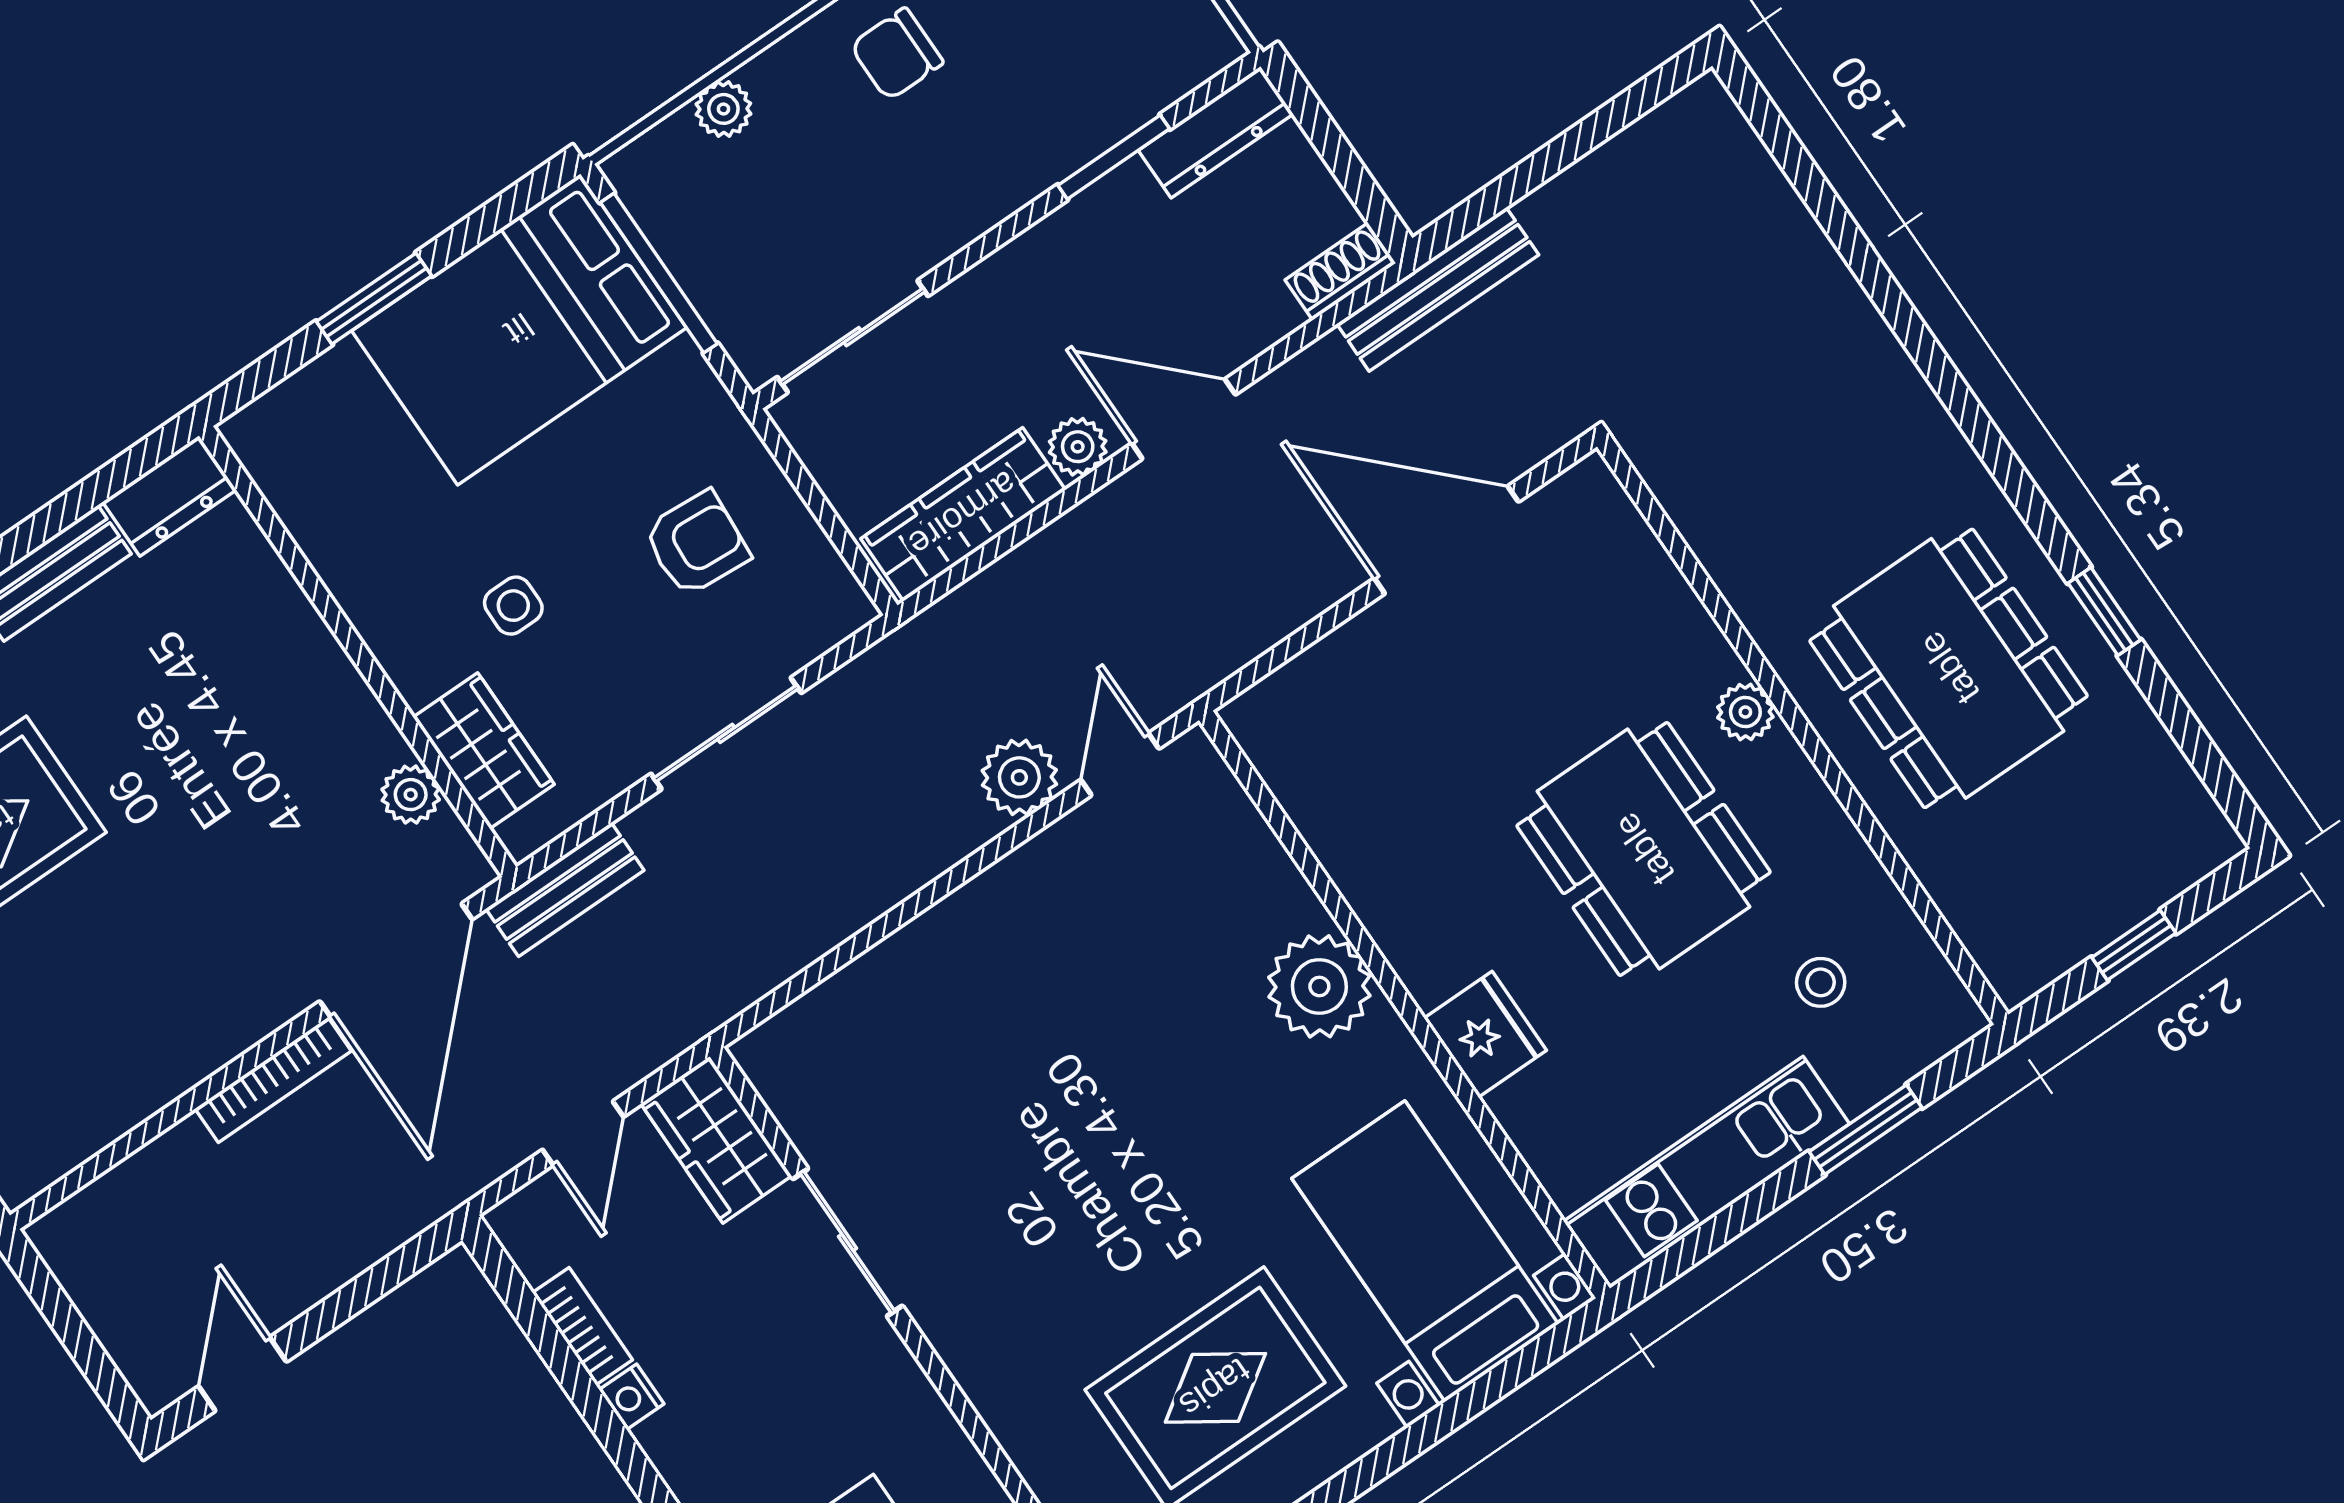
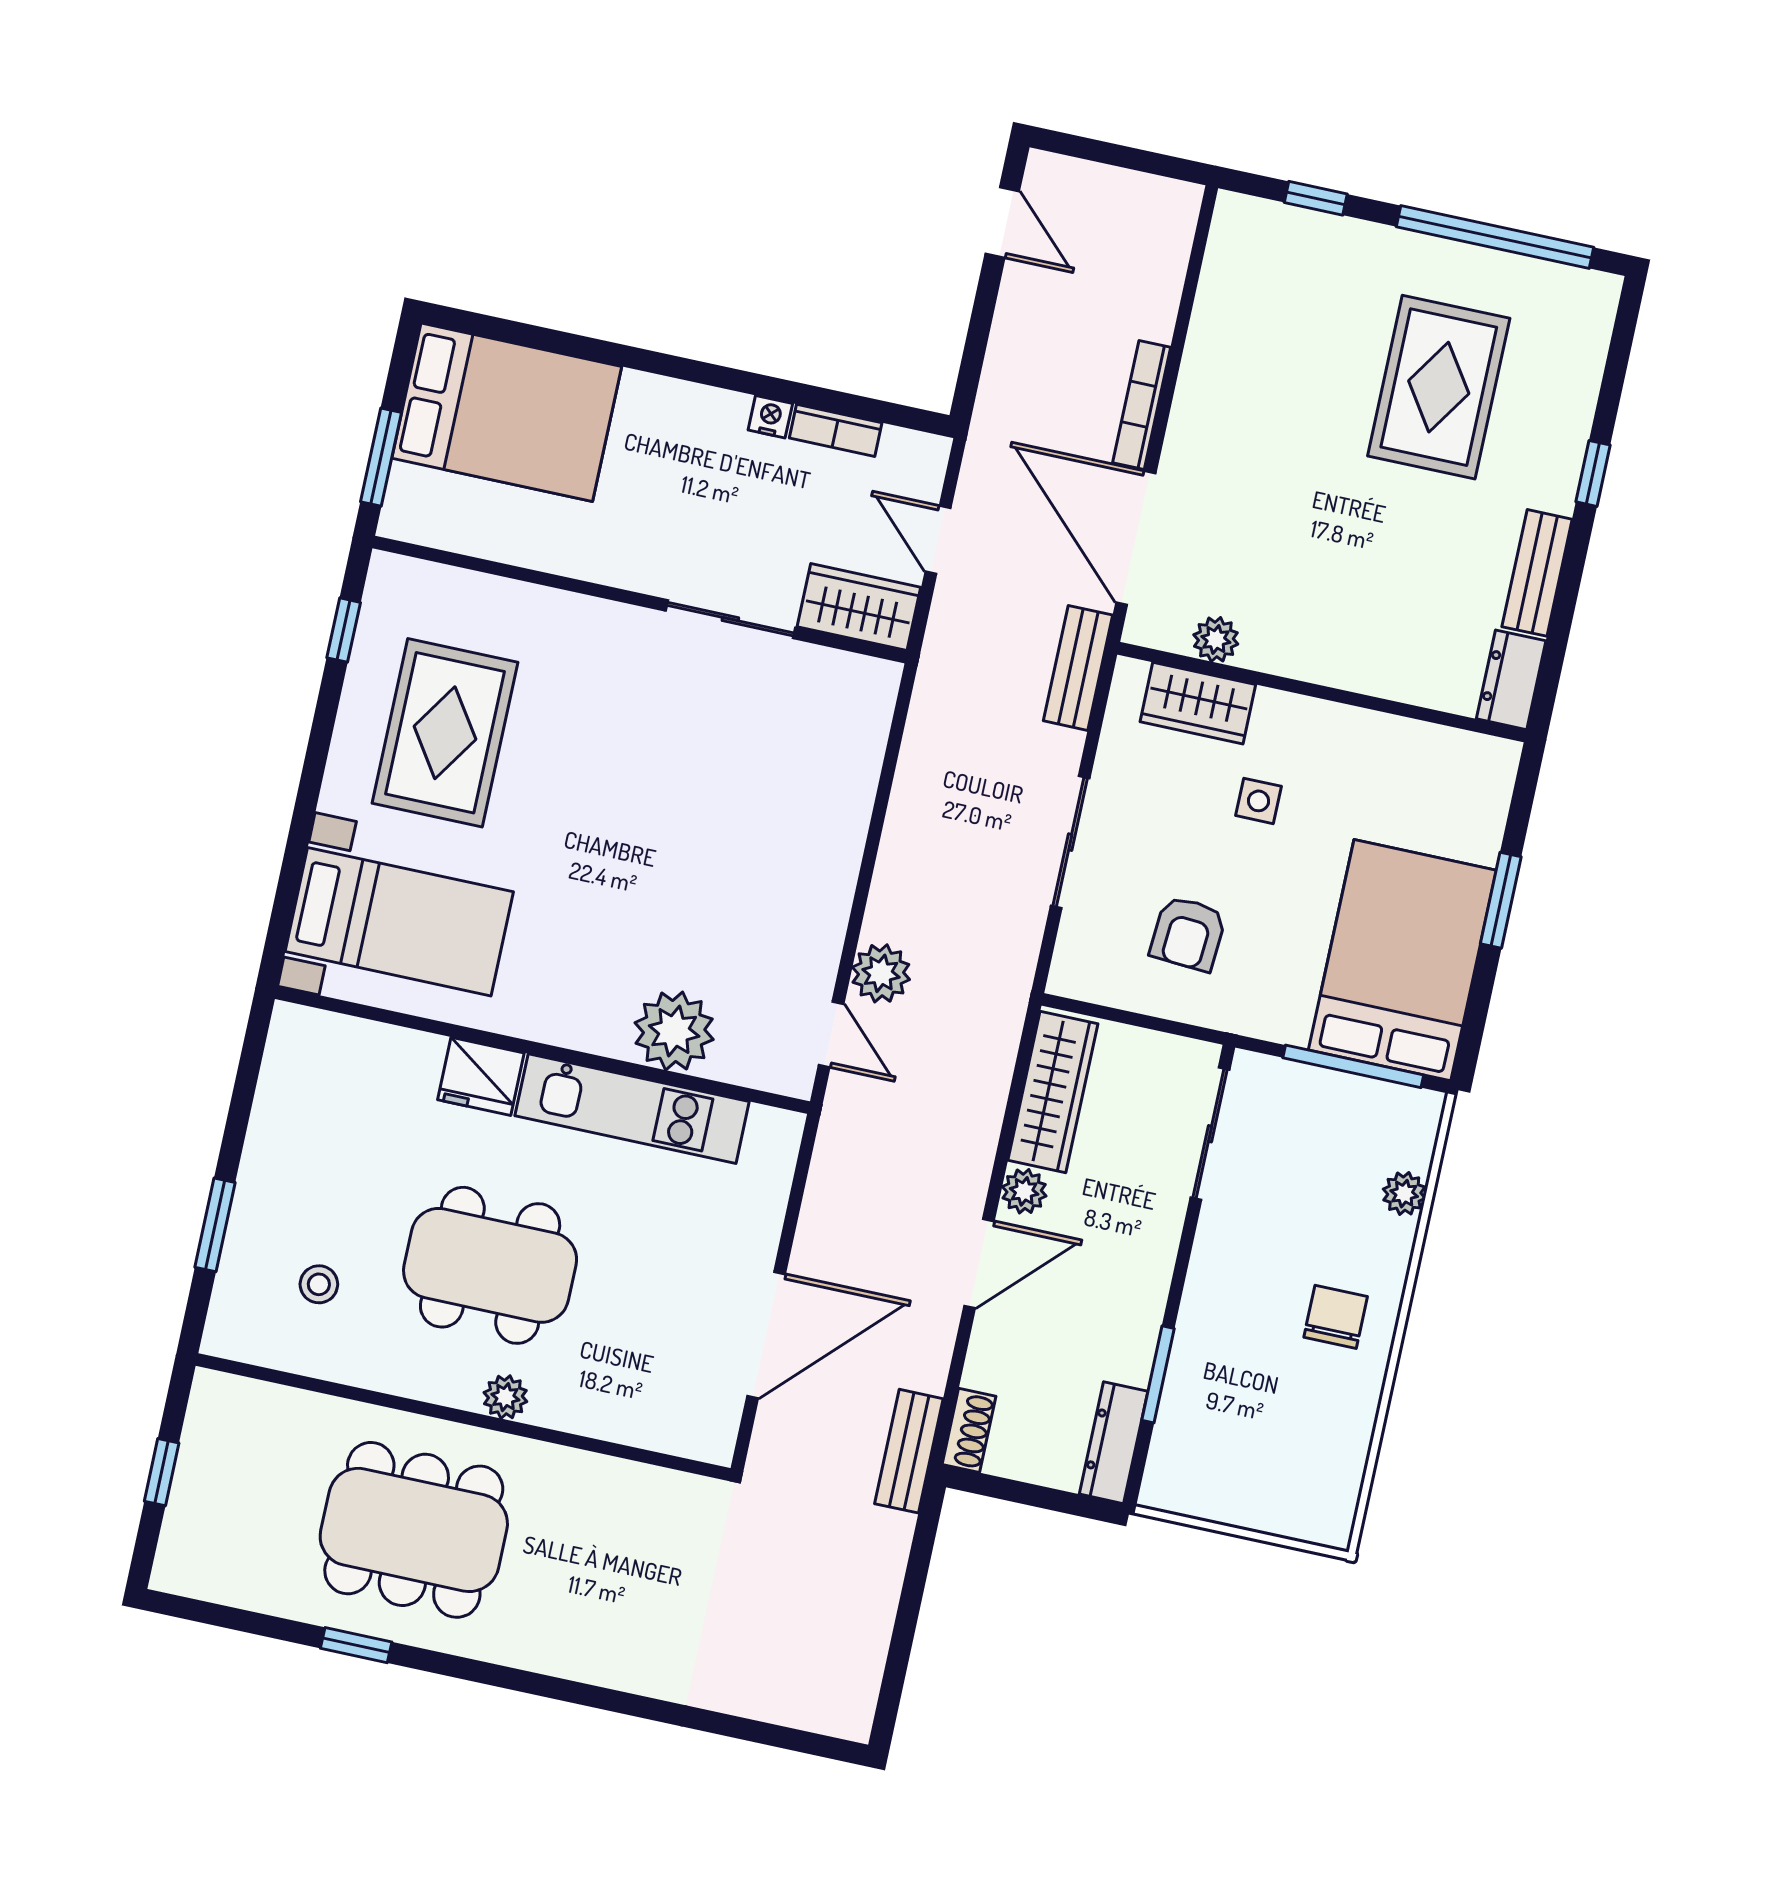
bench: (1438, 289) -> (909, 1451), width x0.73
plant: (1319, 986) -> (674, 1031), moved
kitchen unit: (1707, 1172) -> (632, 1109), moved, turned 90

